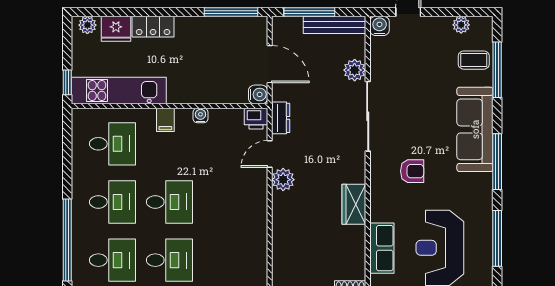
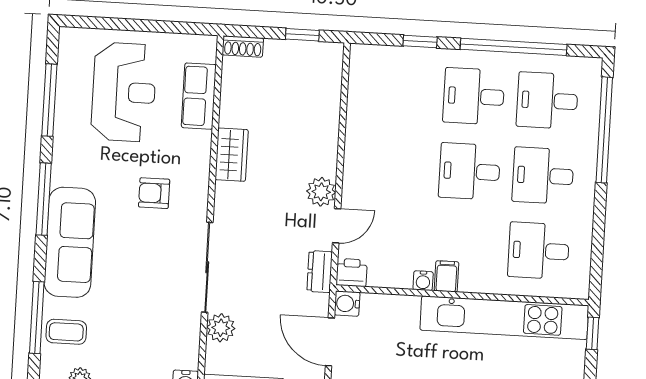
kitchen unit: (119, 91) -> (504, 318), width x1.36
filing cabinet: (165, 120) -> (447, 276), moved

